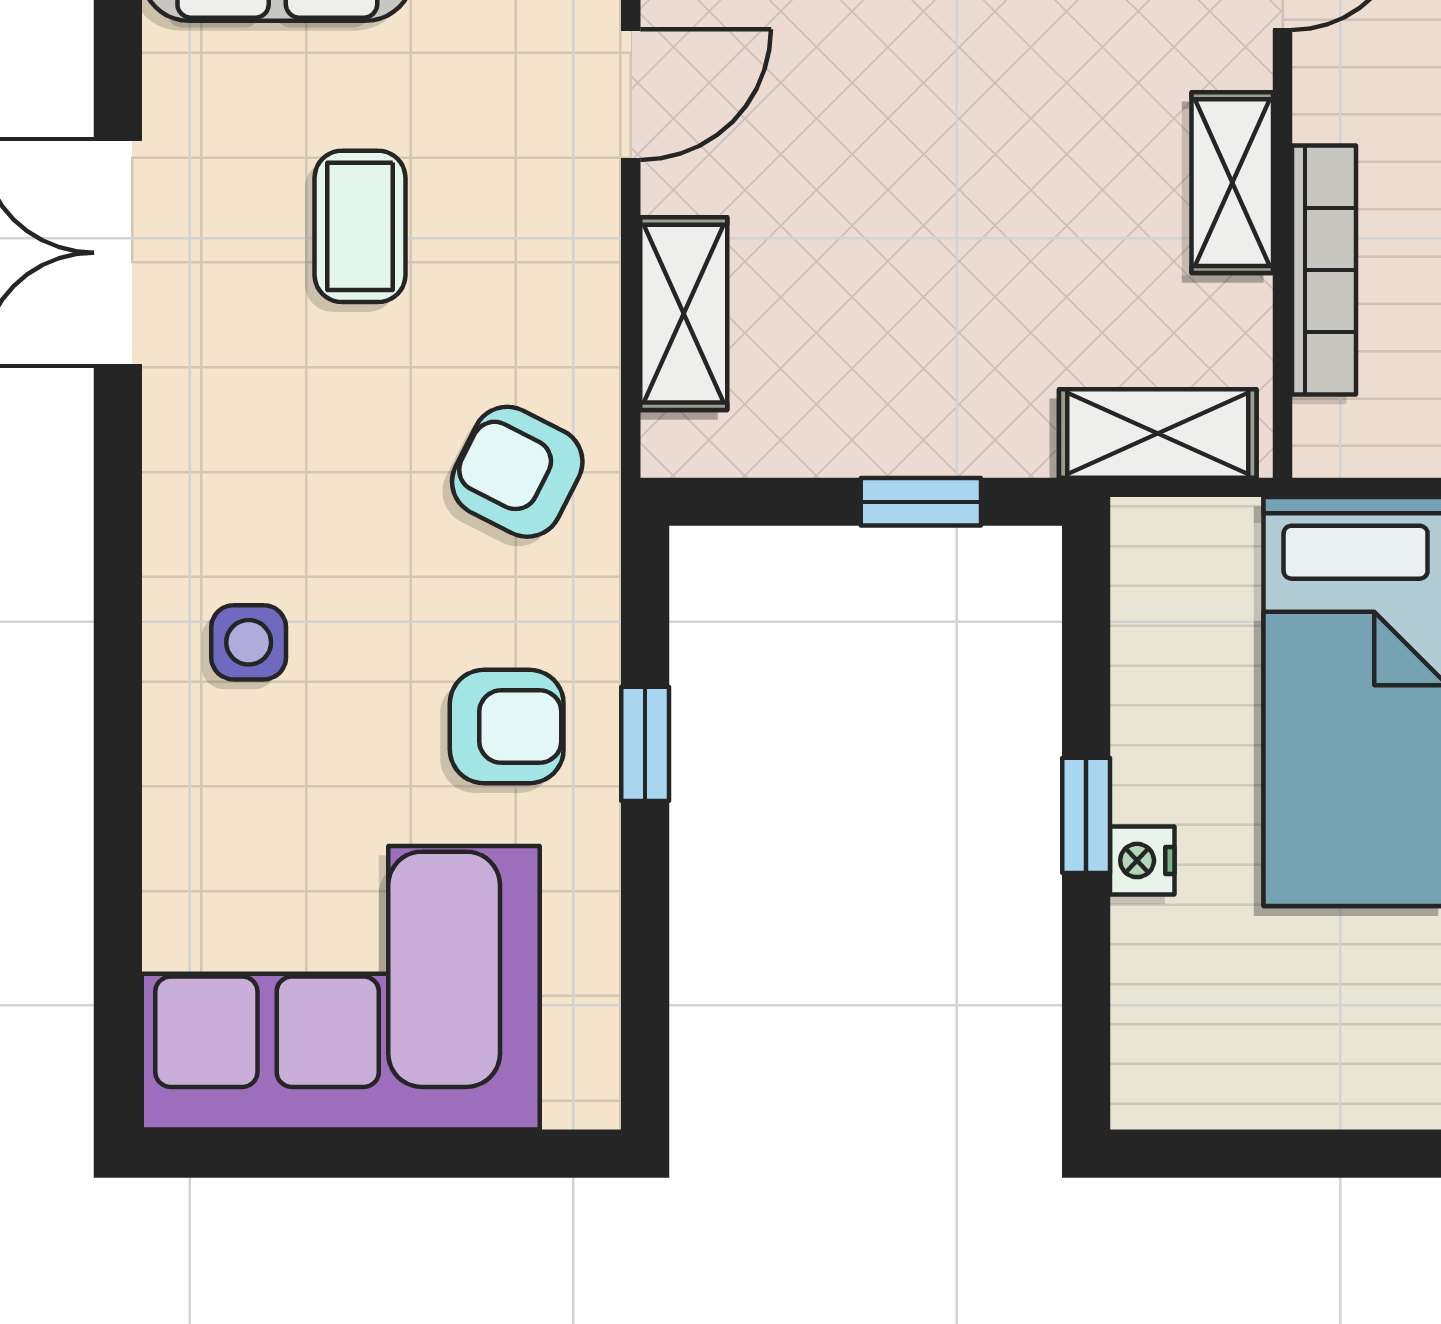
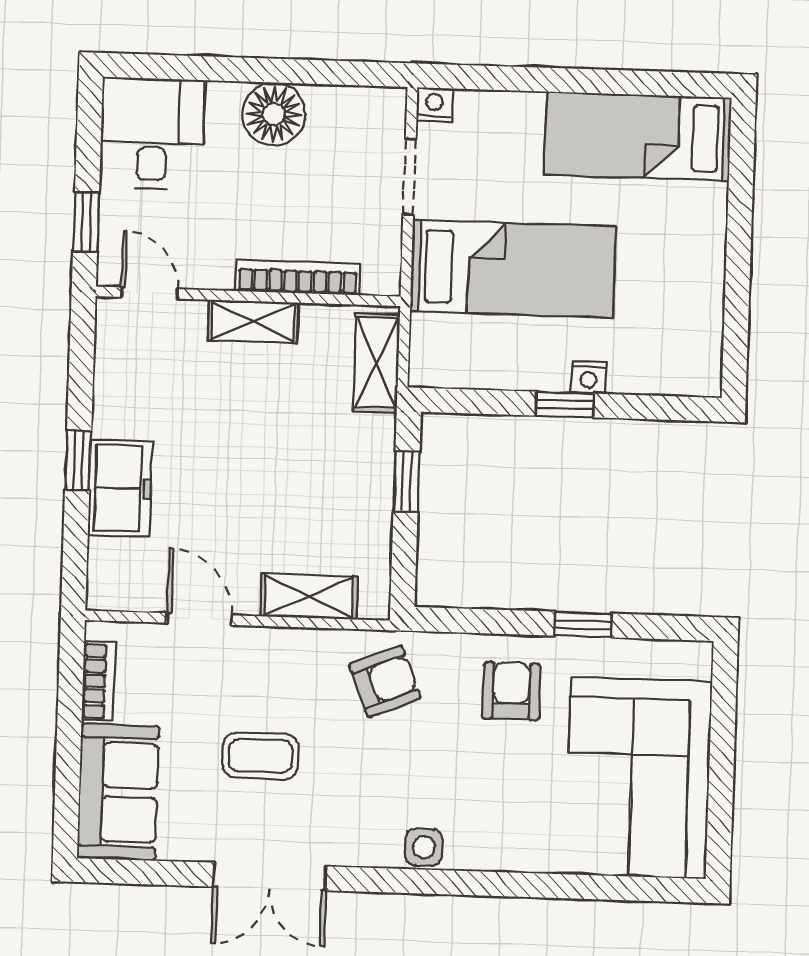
armchair: (517, 472) -> (385, 682), turned -139
side table: (249, 642) -> (424, 847), moved
window: (645, 744) -> (583, 625), moved

